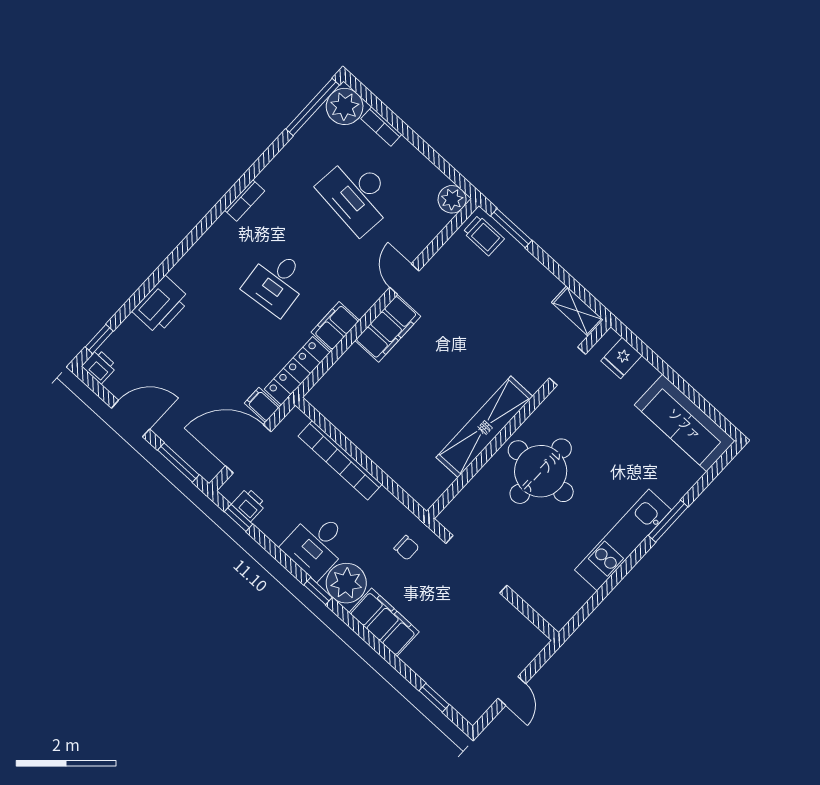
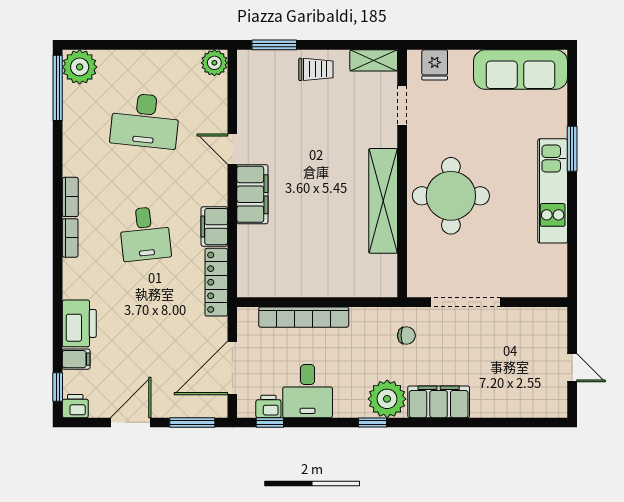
bookcase: (381, 127) -> (70, 238), moved, turned -90
trolley: (484, 235) -> (316, 69), moved
filing cabinet: (262, 405) -> (76, 359), moved, turned 180
desk: (316, 545) -> (308, 391), moved
window: (434, 698) -> (522, 422), removed

